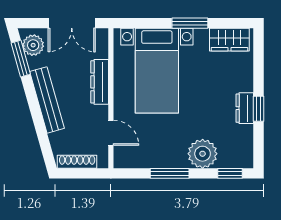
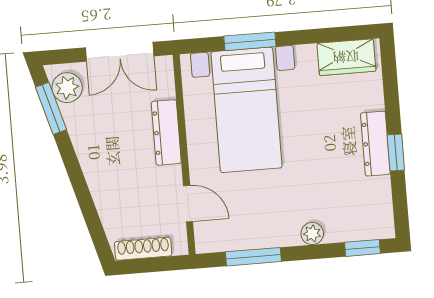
window: (190, 23) -> (250, 41), moved
bench: (47, 100) -> (93, 164), removed
dresser: (245, 108) -> (375, 144), width x1.44
plant: (203, 154) -> (312, 234), width x0.53, depth x0.53
window: (170, 173) -> (253, 257), moved

